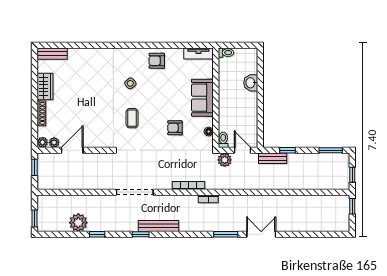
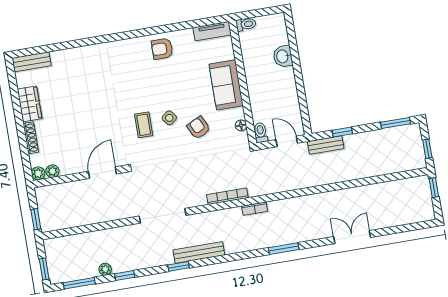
side table: (130, 83) -> (169, 118), moved
armchair: (175, 128) -> (199, 128), turned 64
door: (72, 150) -> (102, 173), moved
plant: (225, 160) -> (267, 157), removed
window: (35, 167) -> (36, 219), moved
plant: (78, 223) -> (105, 269), width x0.53, depth x0.53
window: (60, 234) -> (79, 283), added
double door: (261, 234) -> (352, 237), moved

